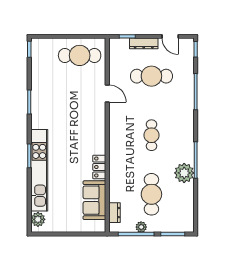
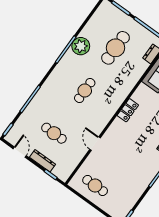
cafe table: (80, 55) -> (95, 186), width x0.73, depth x0.74
cafe table: (151, 76) -> (54, 133), width x0.73, depth x0.74
locker: (99, 167) -> (128, 110), moved
plant: (141, 227) -> (140, 30), removed

